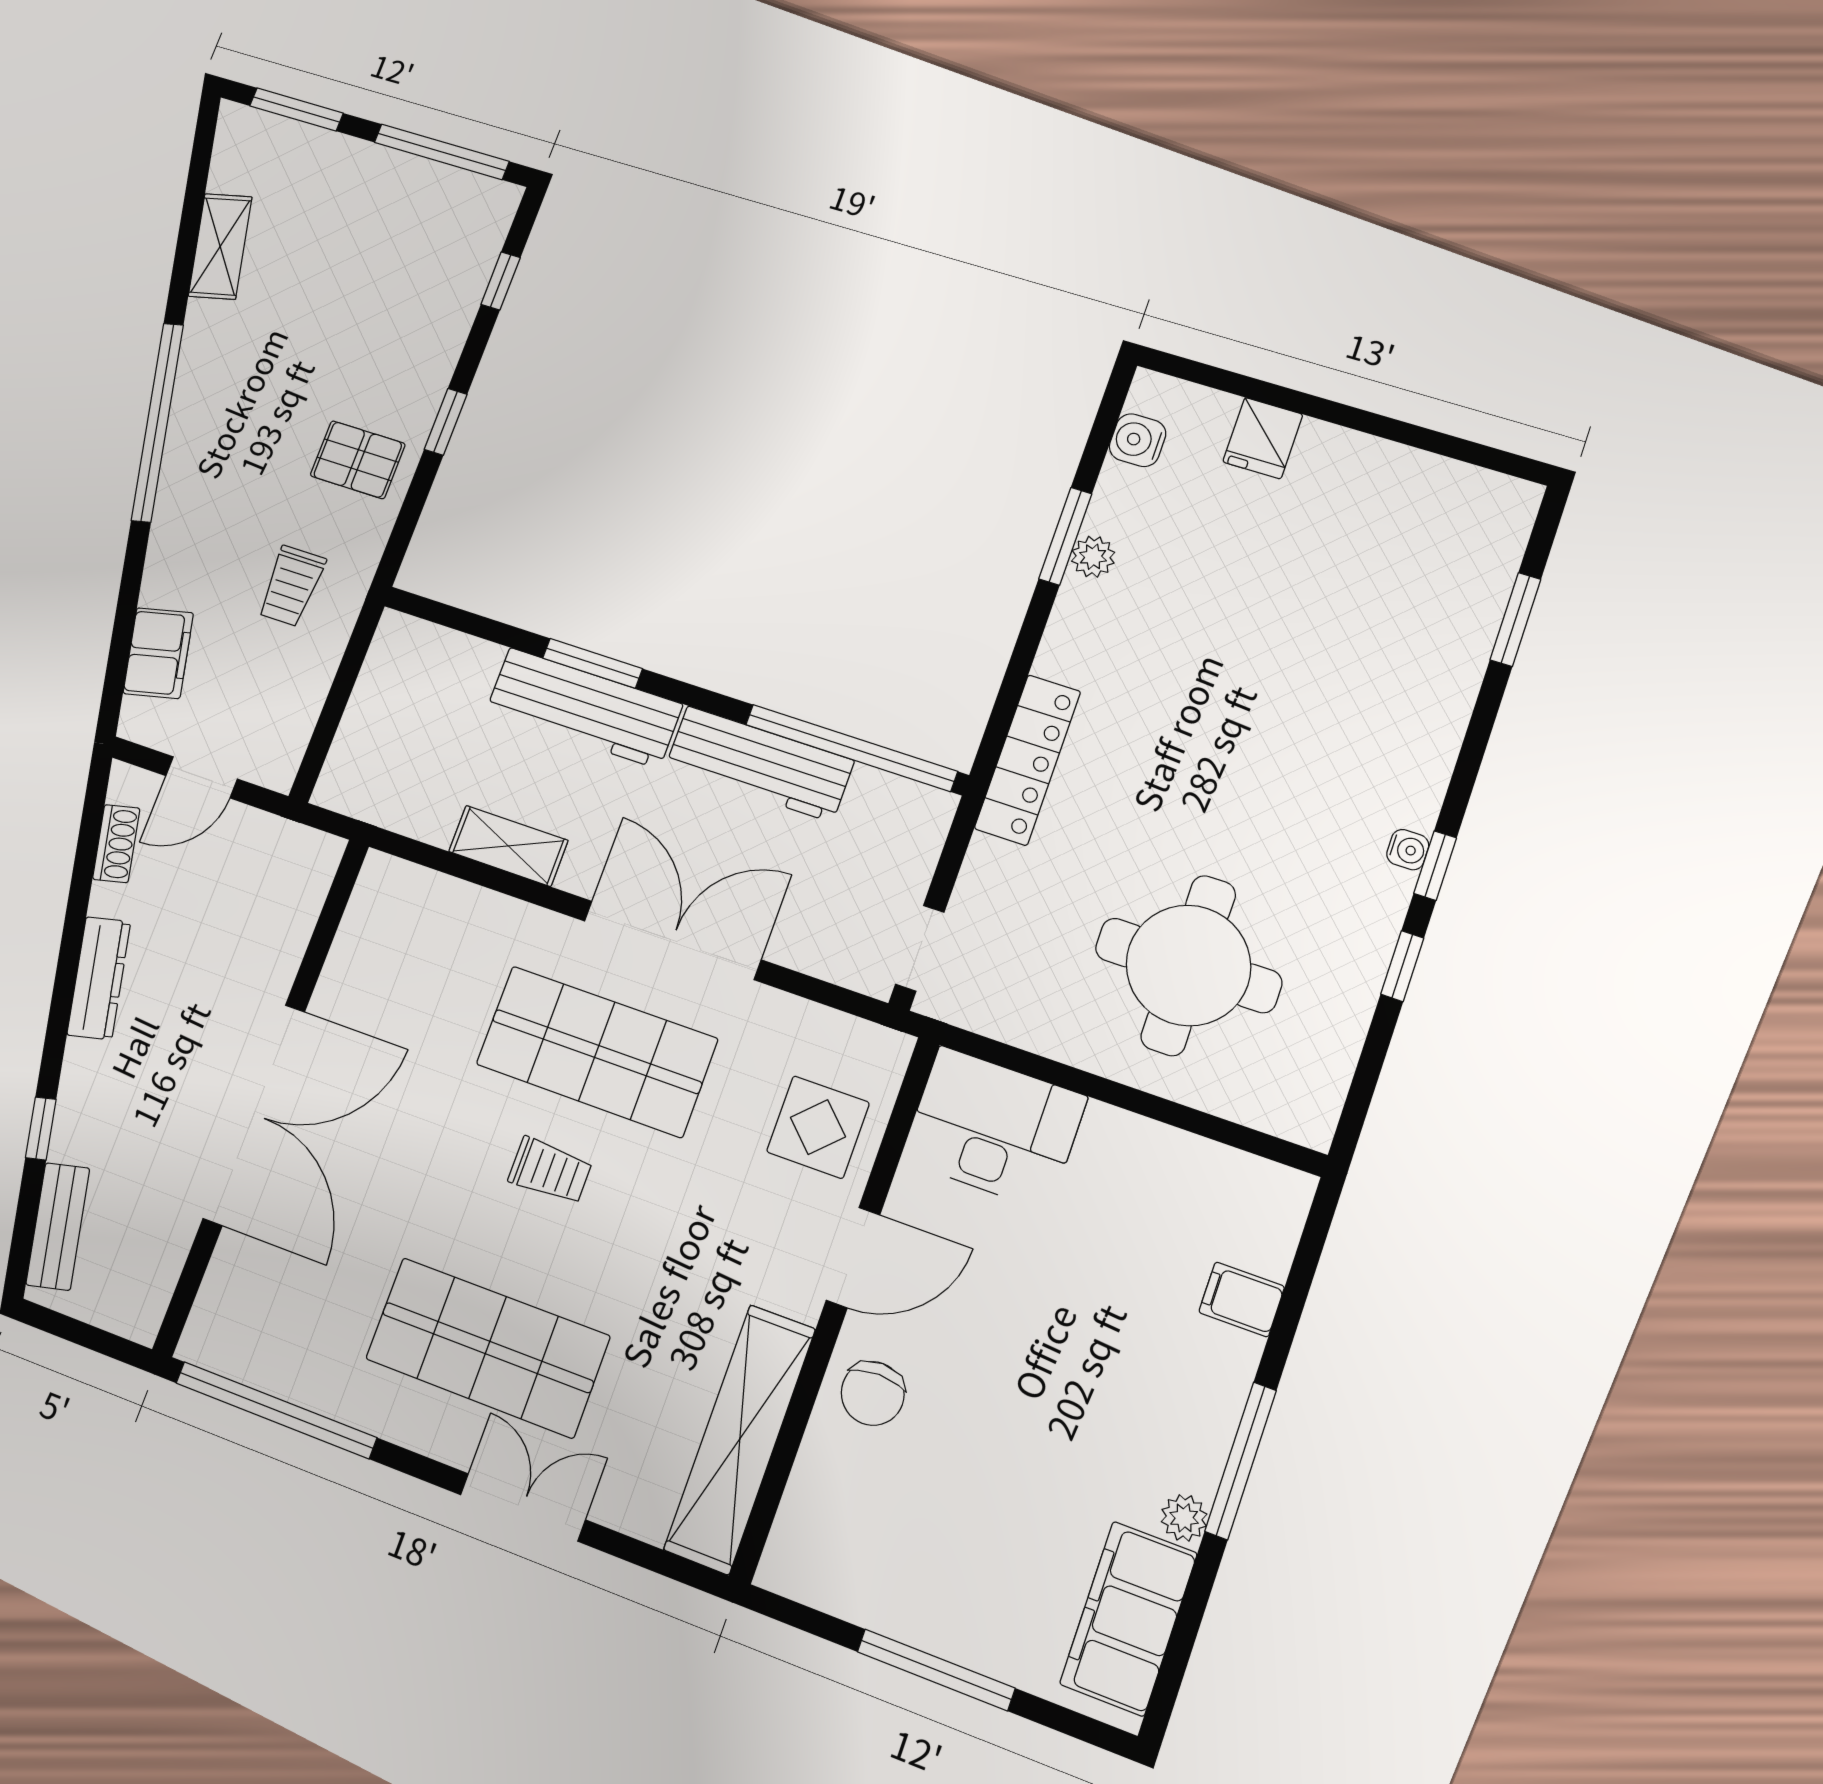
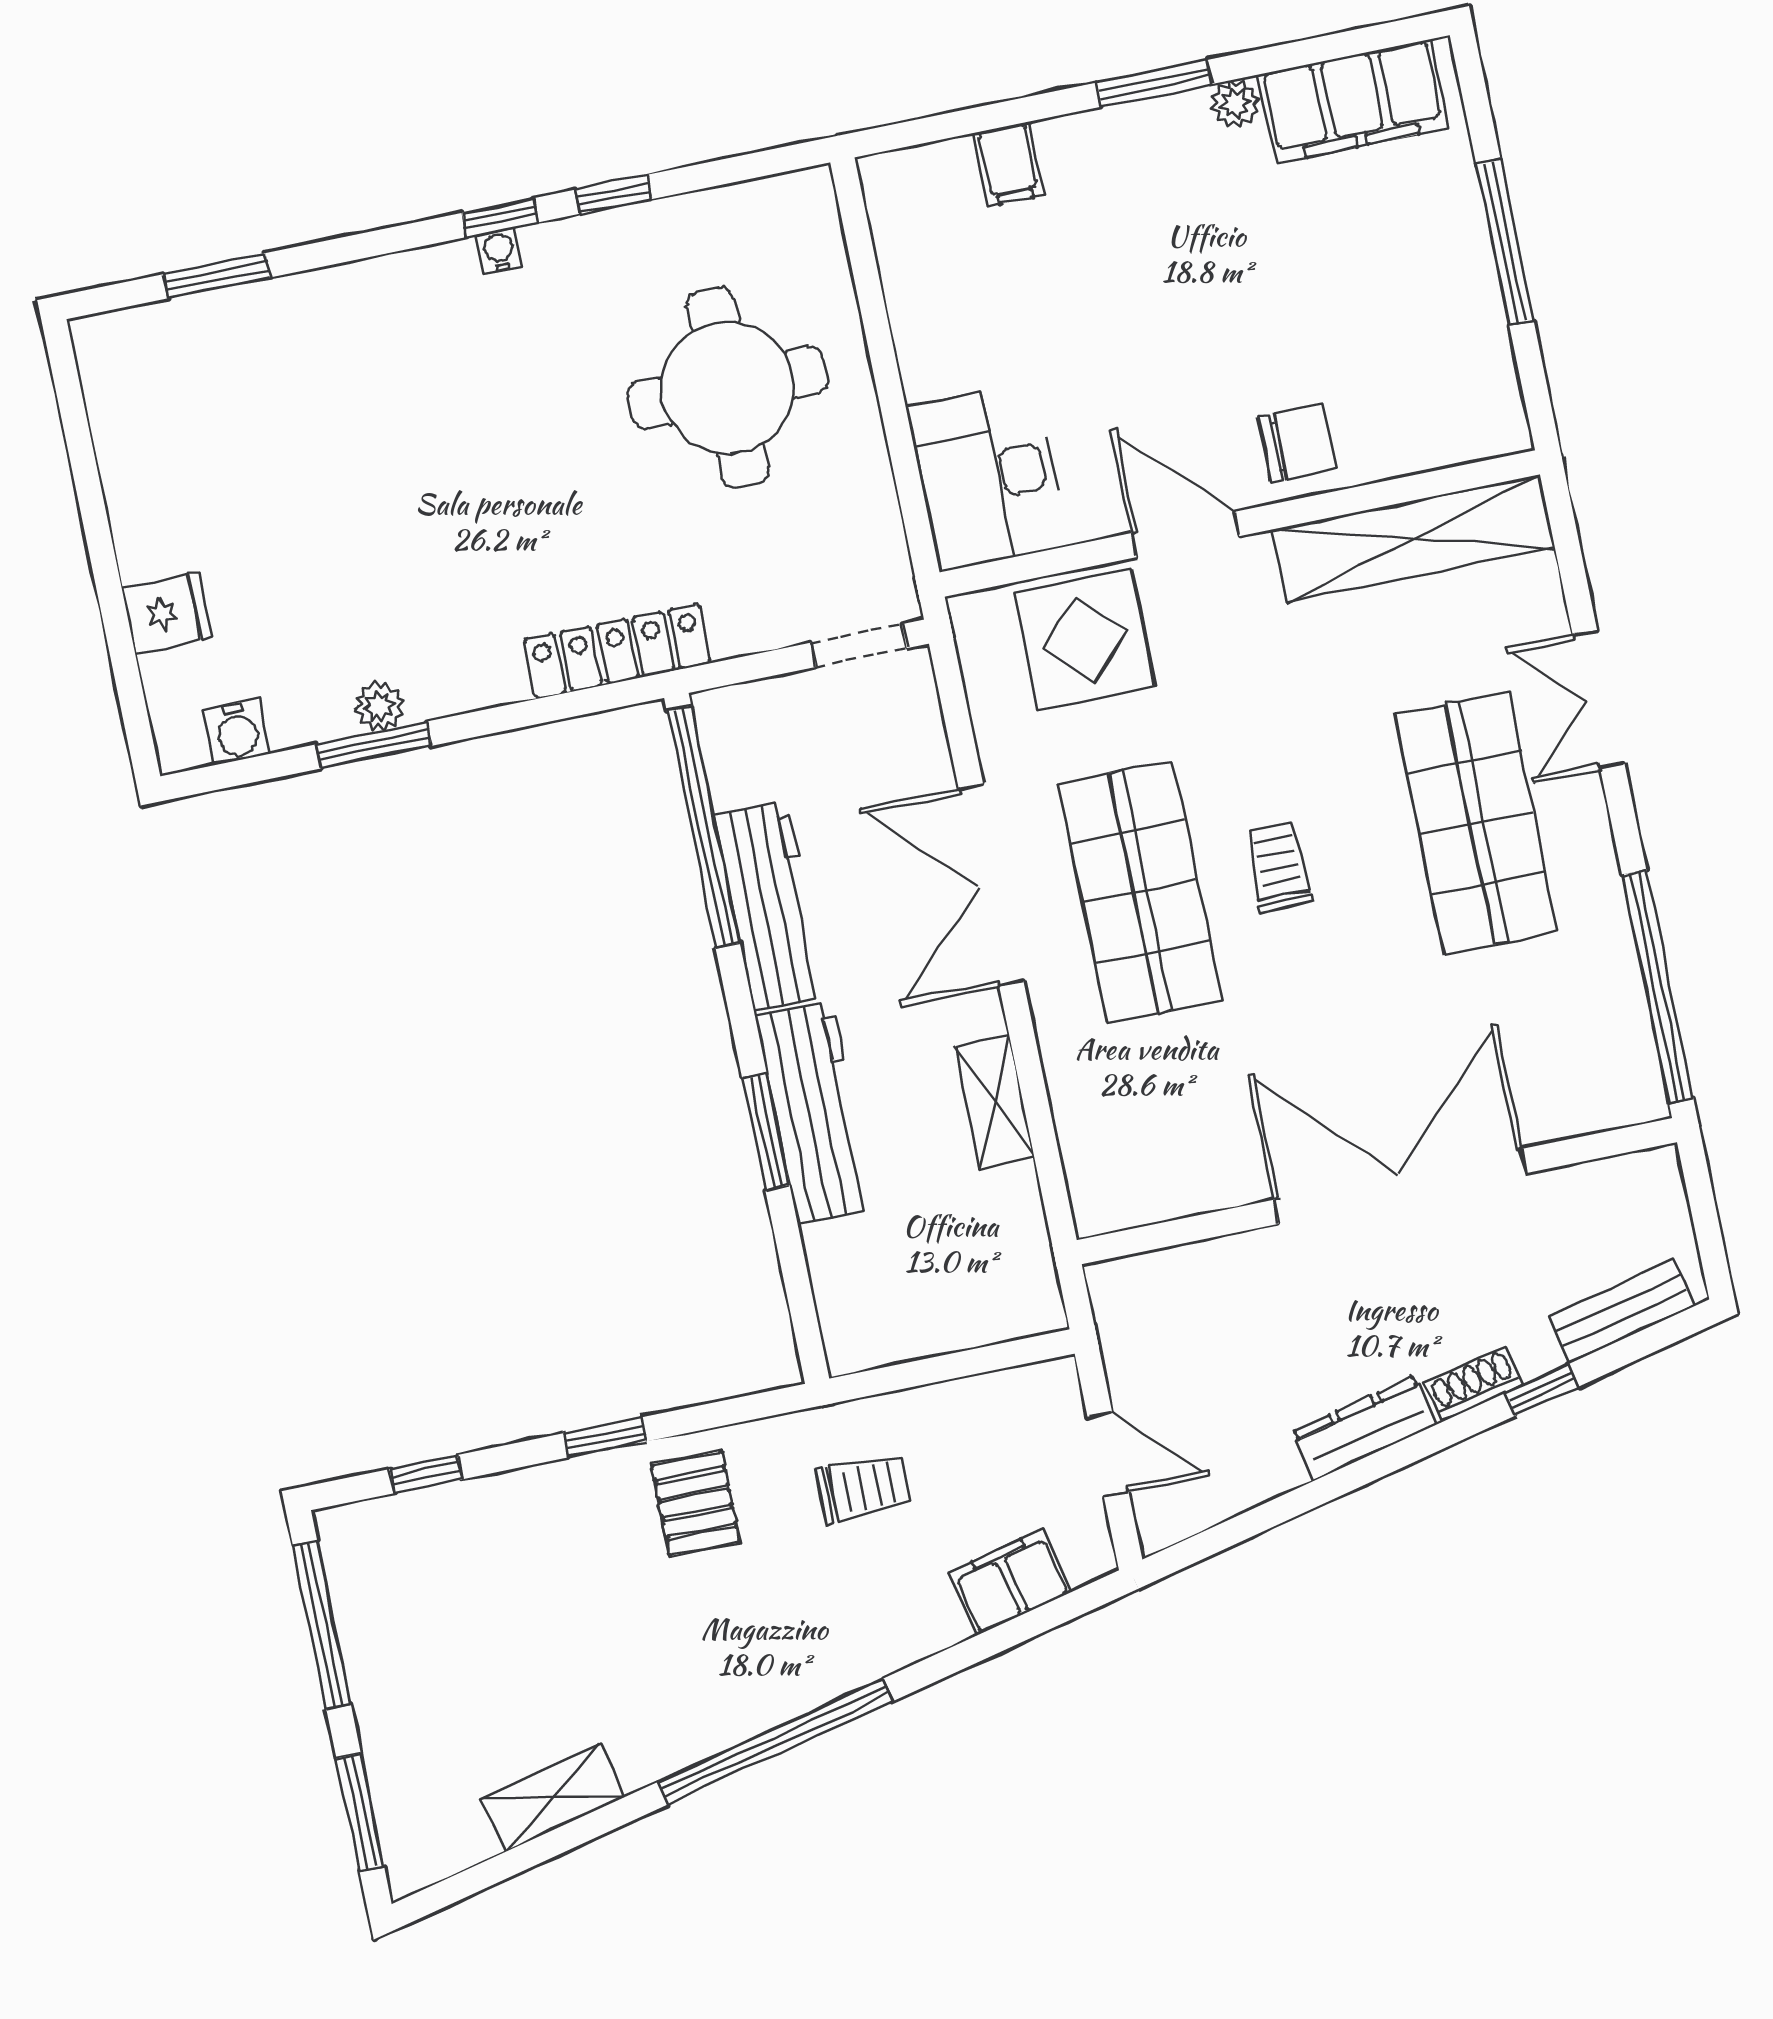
shoe rack: (116, 844) -> (1474, 1384), moved
display table: (818, 1127) -> (1085, 639), width x1.36, depth x1.36
window: (1241, 1461) -> (1154, 83), width x0.69

